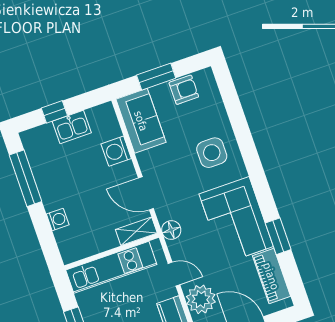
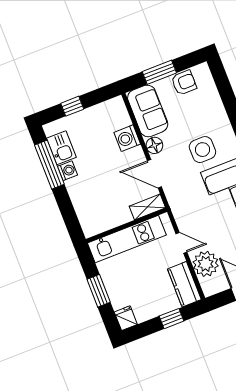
kitchen sink: (72, 127) -> (61, 148), moved, turned -90
side table: (212, 153) -> (202, 150), moved
washing machine: (58, 219) -> (67, 171), moved
floor lamp: (171, 230) -> (154, 145), moved

